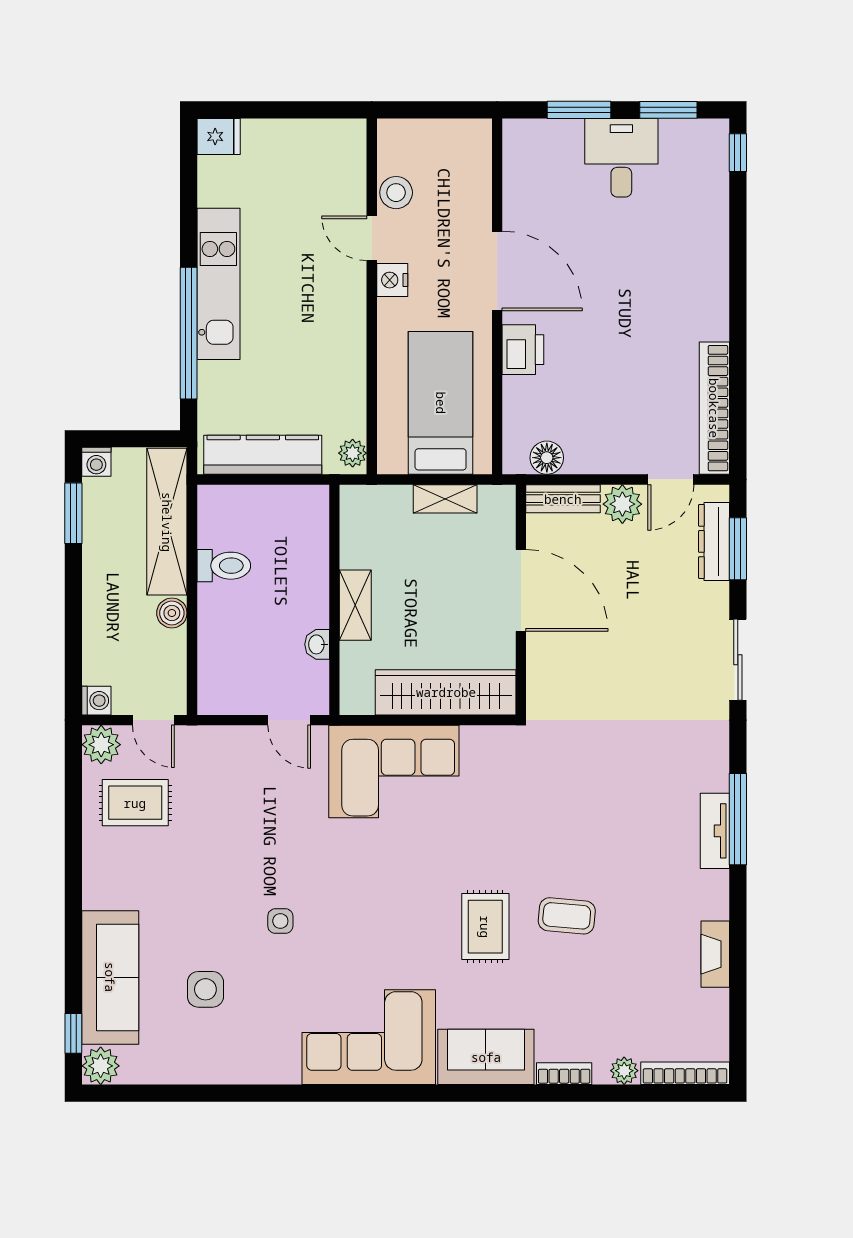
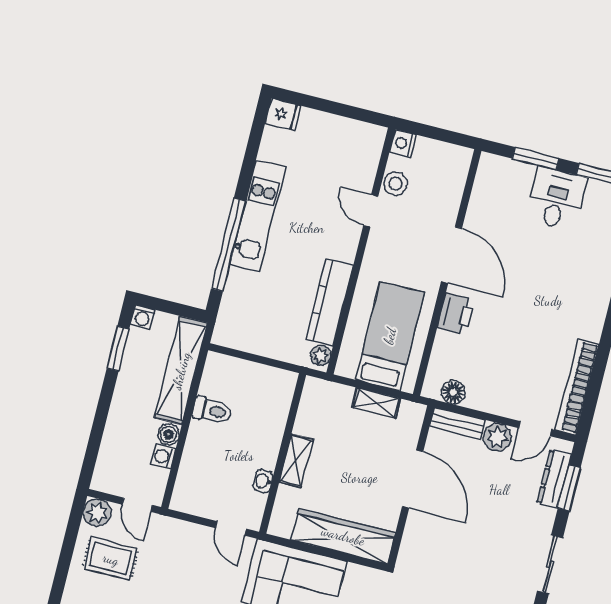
nightstand: (392, 280) -> (403, 143), moved
kitchen counter: (263, 455) -> (330, 302), moved, turned -90
washing machine: (96, 701) -> (163, 457), moved, turned 180

